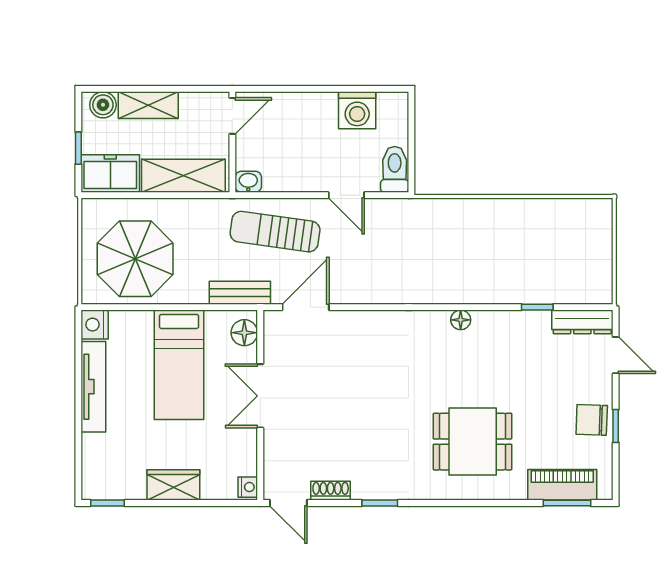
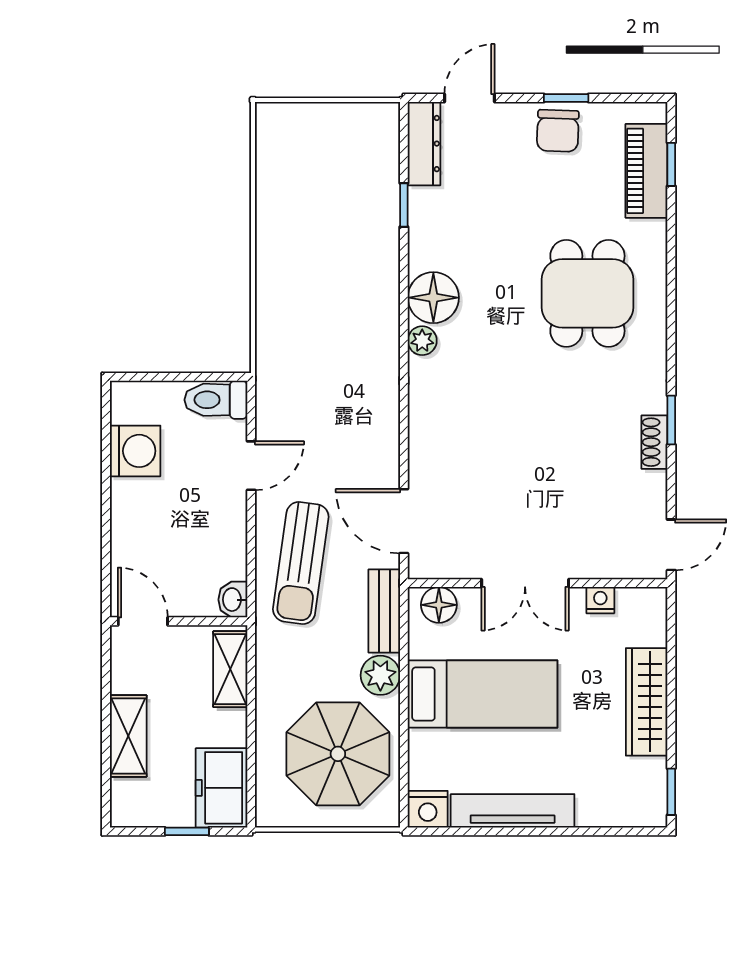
boiler: (103, 105) -> (128, 798), removed
shelving: (183, 176) -> (230, 669), width x0.67, depth x0.75
plant: (193, 290) -> (380, 675), added
floor lamp: (461, 320) -> (433, 298), width x1.89, depth x1.89
plant: (438, 321) -> (422, 341), added
wardrobe: (173, 485) -> (647, 702), width x1.50
nightstand: (248, 487) -> (600, 600), moved
shoe rack: (331, 491) -> (654, 442), moved
window: (567, 503) -> (671, 164), width x0.67

